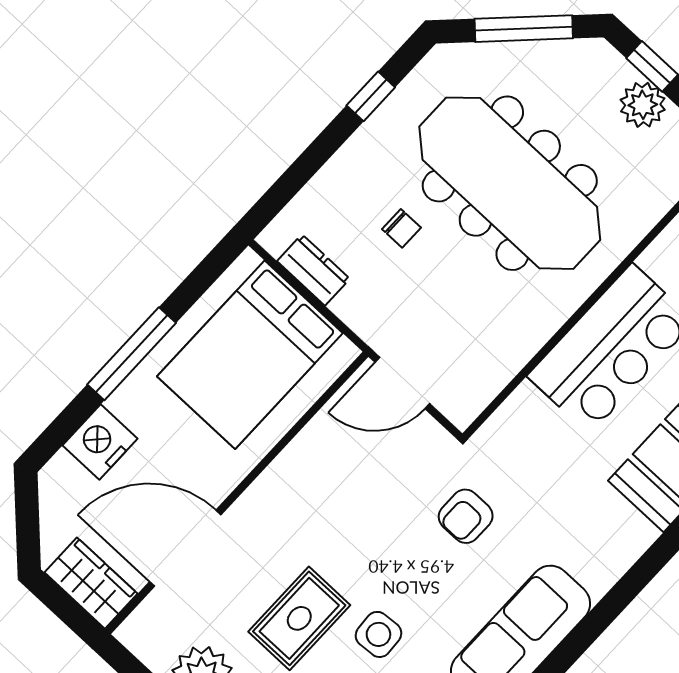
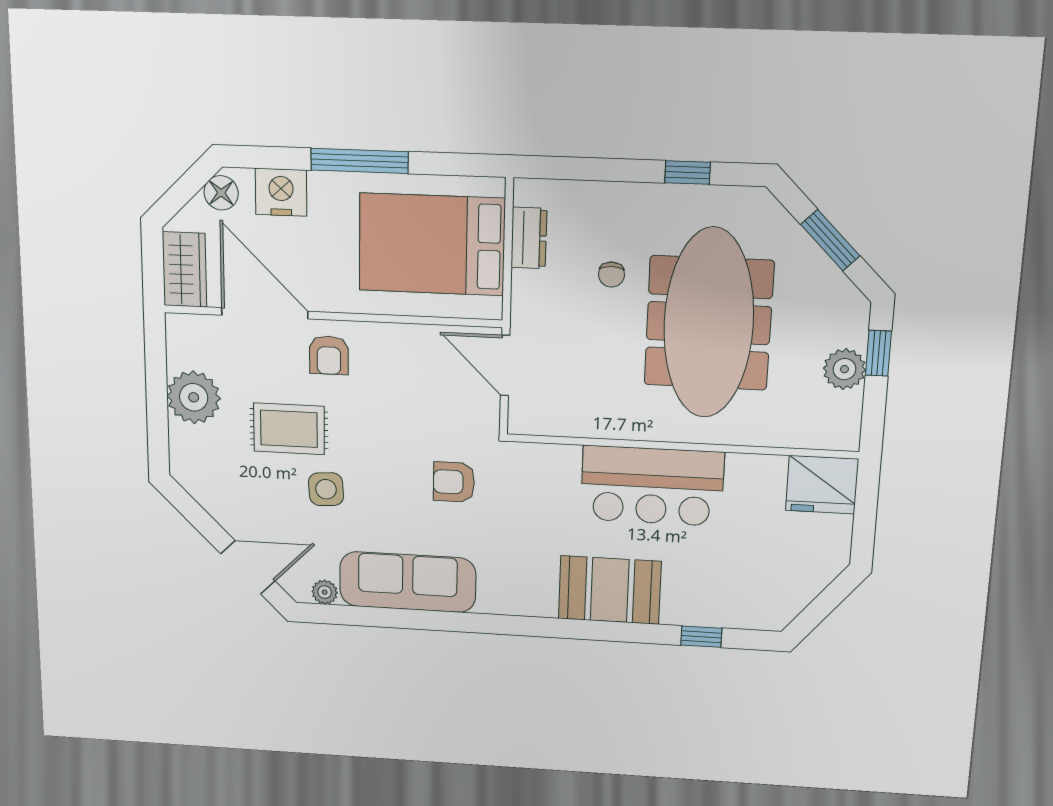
window: (524, 29) -> (830, 240), width x0.69
floor lamp: (57, 493) -> (221, 193), added
armchair: (267, 526) -> (329, 355), added

